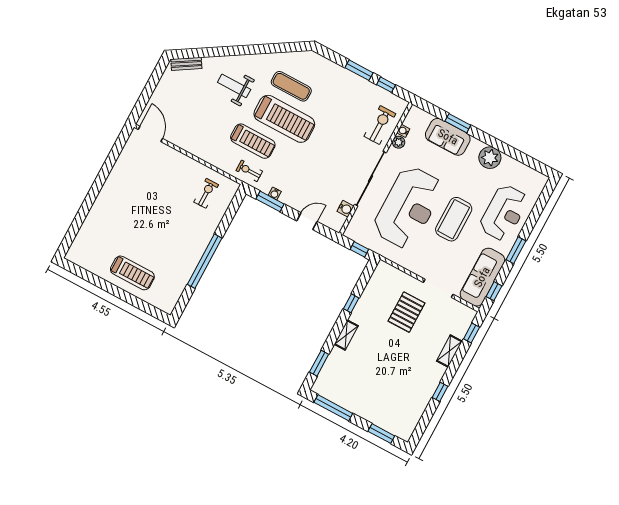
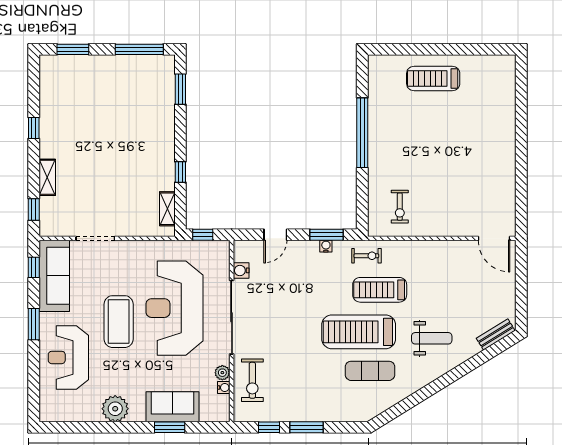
pallet: (406, 312) -> (116, 194), removed
shelving: (346, 335) -> (167, 209), moved

